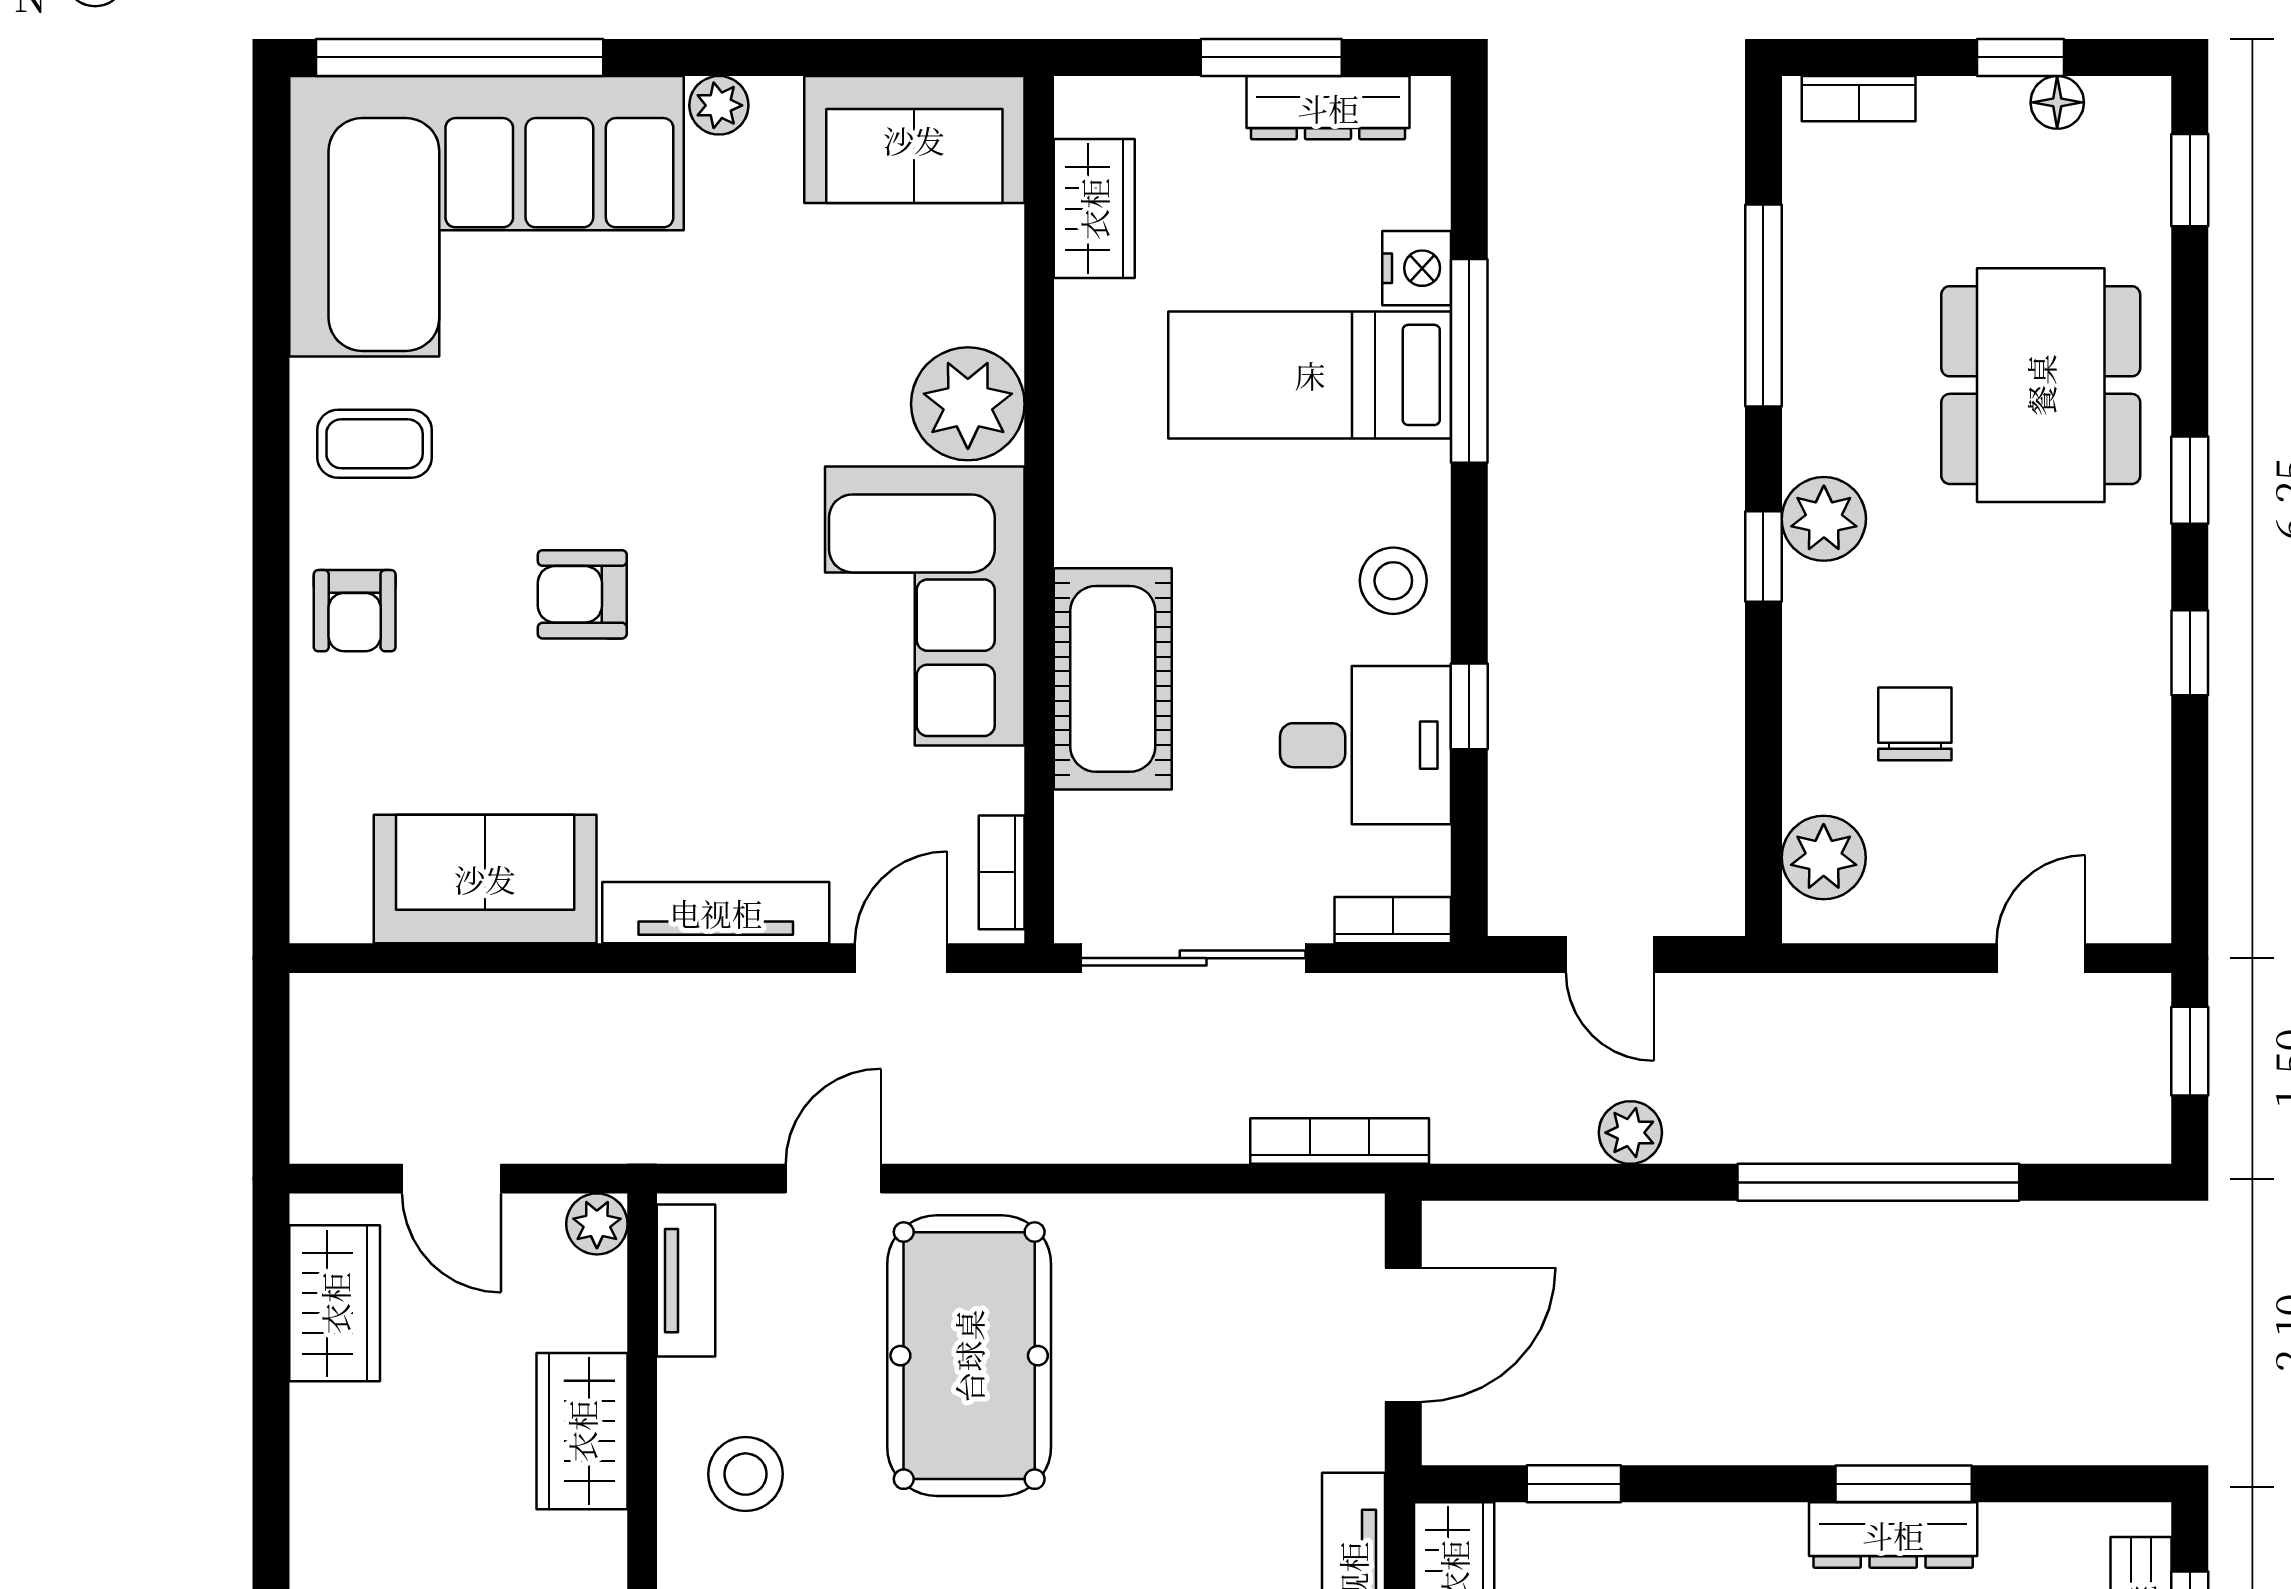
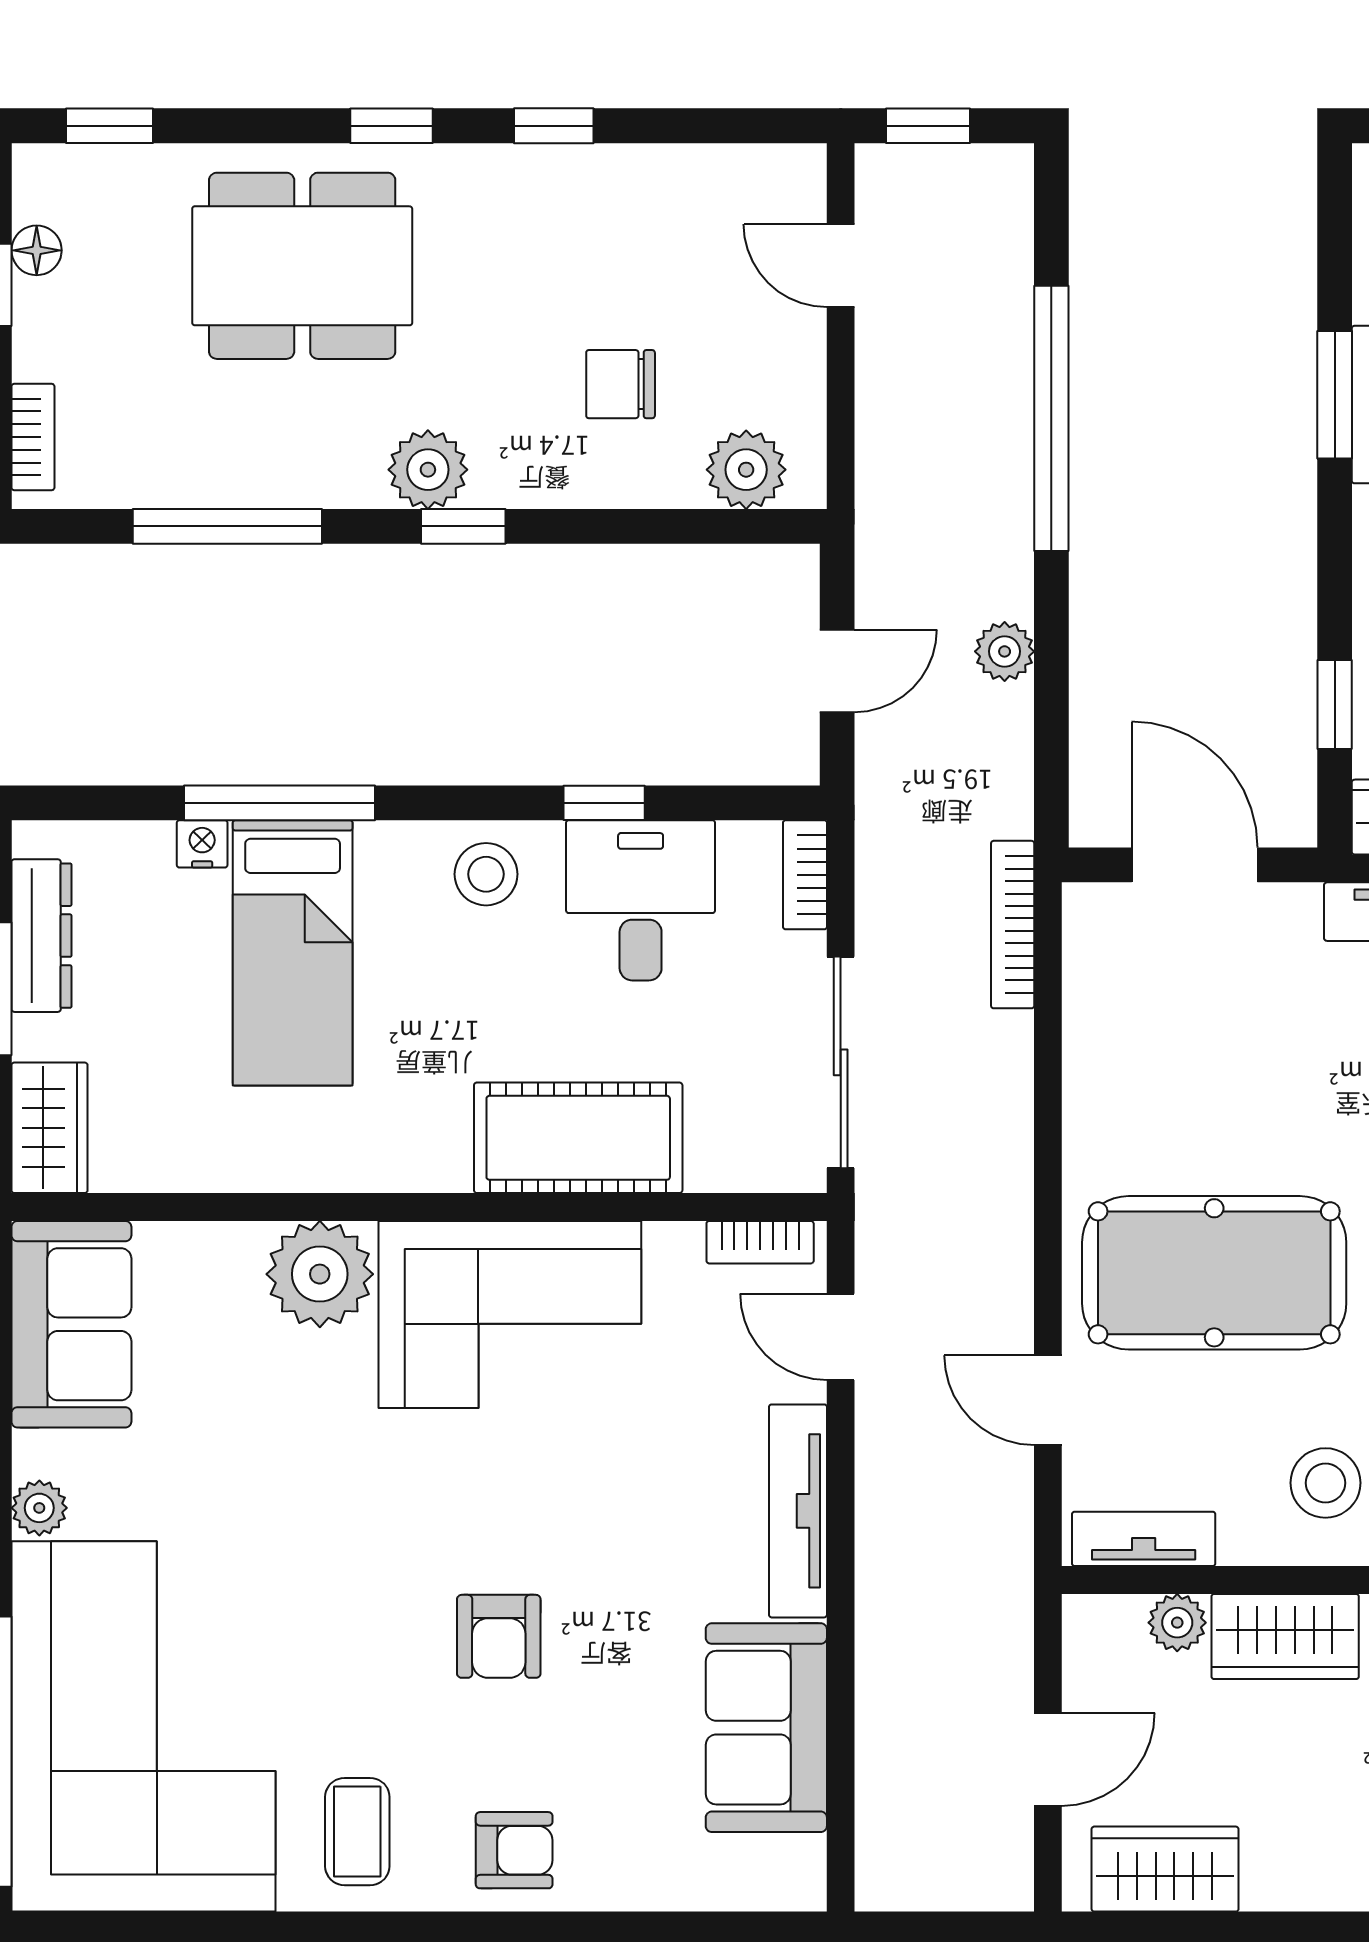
wardrobe: (1094, 209) -> (50, 1128), moved, turned 90
nightstand: (1417, 268) -> (202, 844), width x0.72, depth x0.74
plant: (597, 1224) -> (1177, 1623), moved

